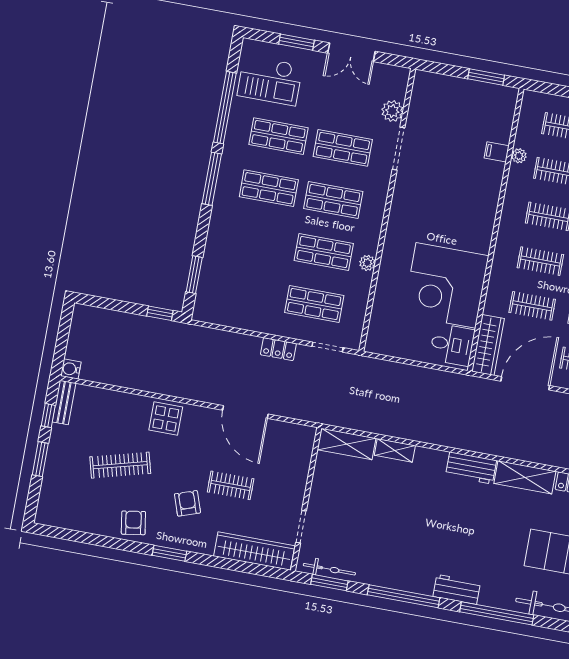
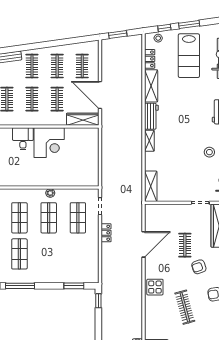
corner desk: (446, 285) -> (49, 143), width x0.74, depth x0.74
desk: (452, 345) -> (23, 139), moved
shelving: (395, 450) -> (149, 141), moved
stool: (388, 560) -> (209, 152), added

